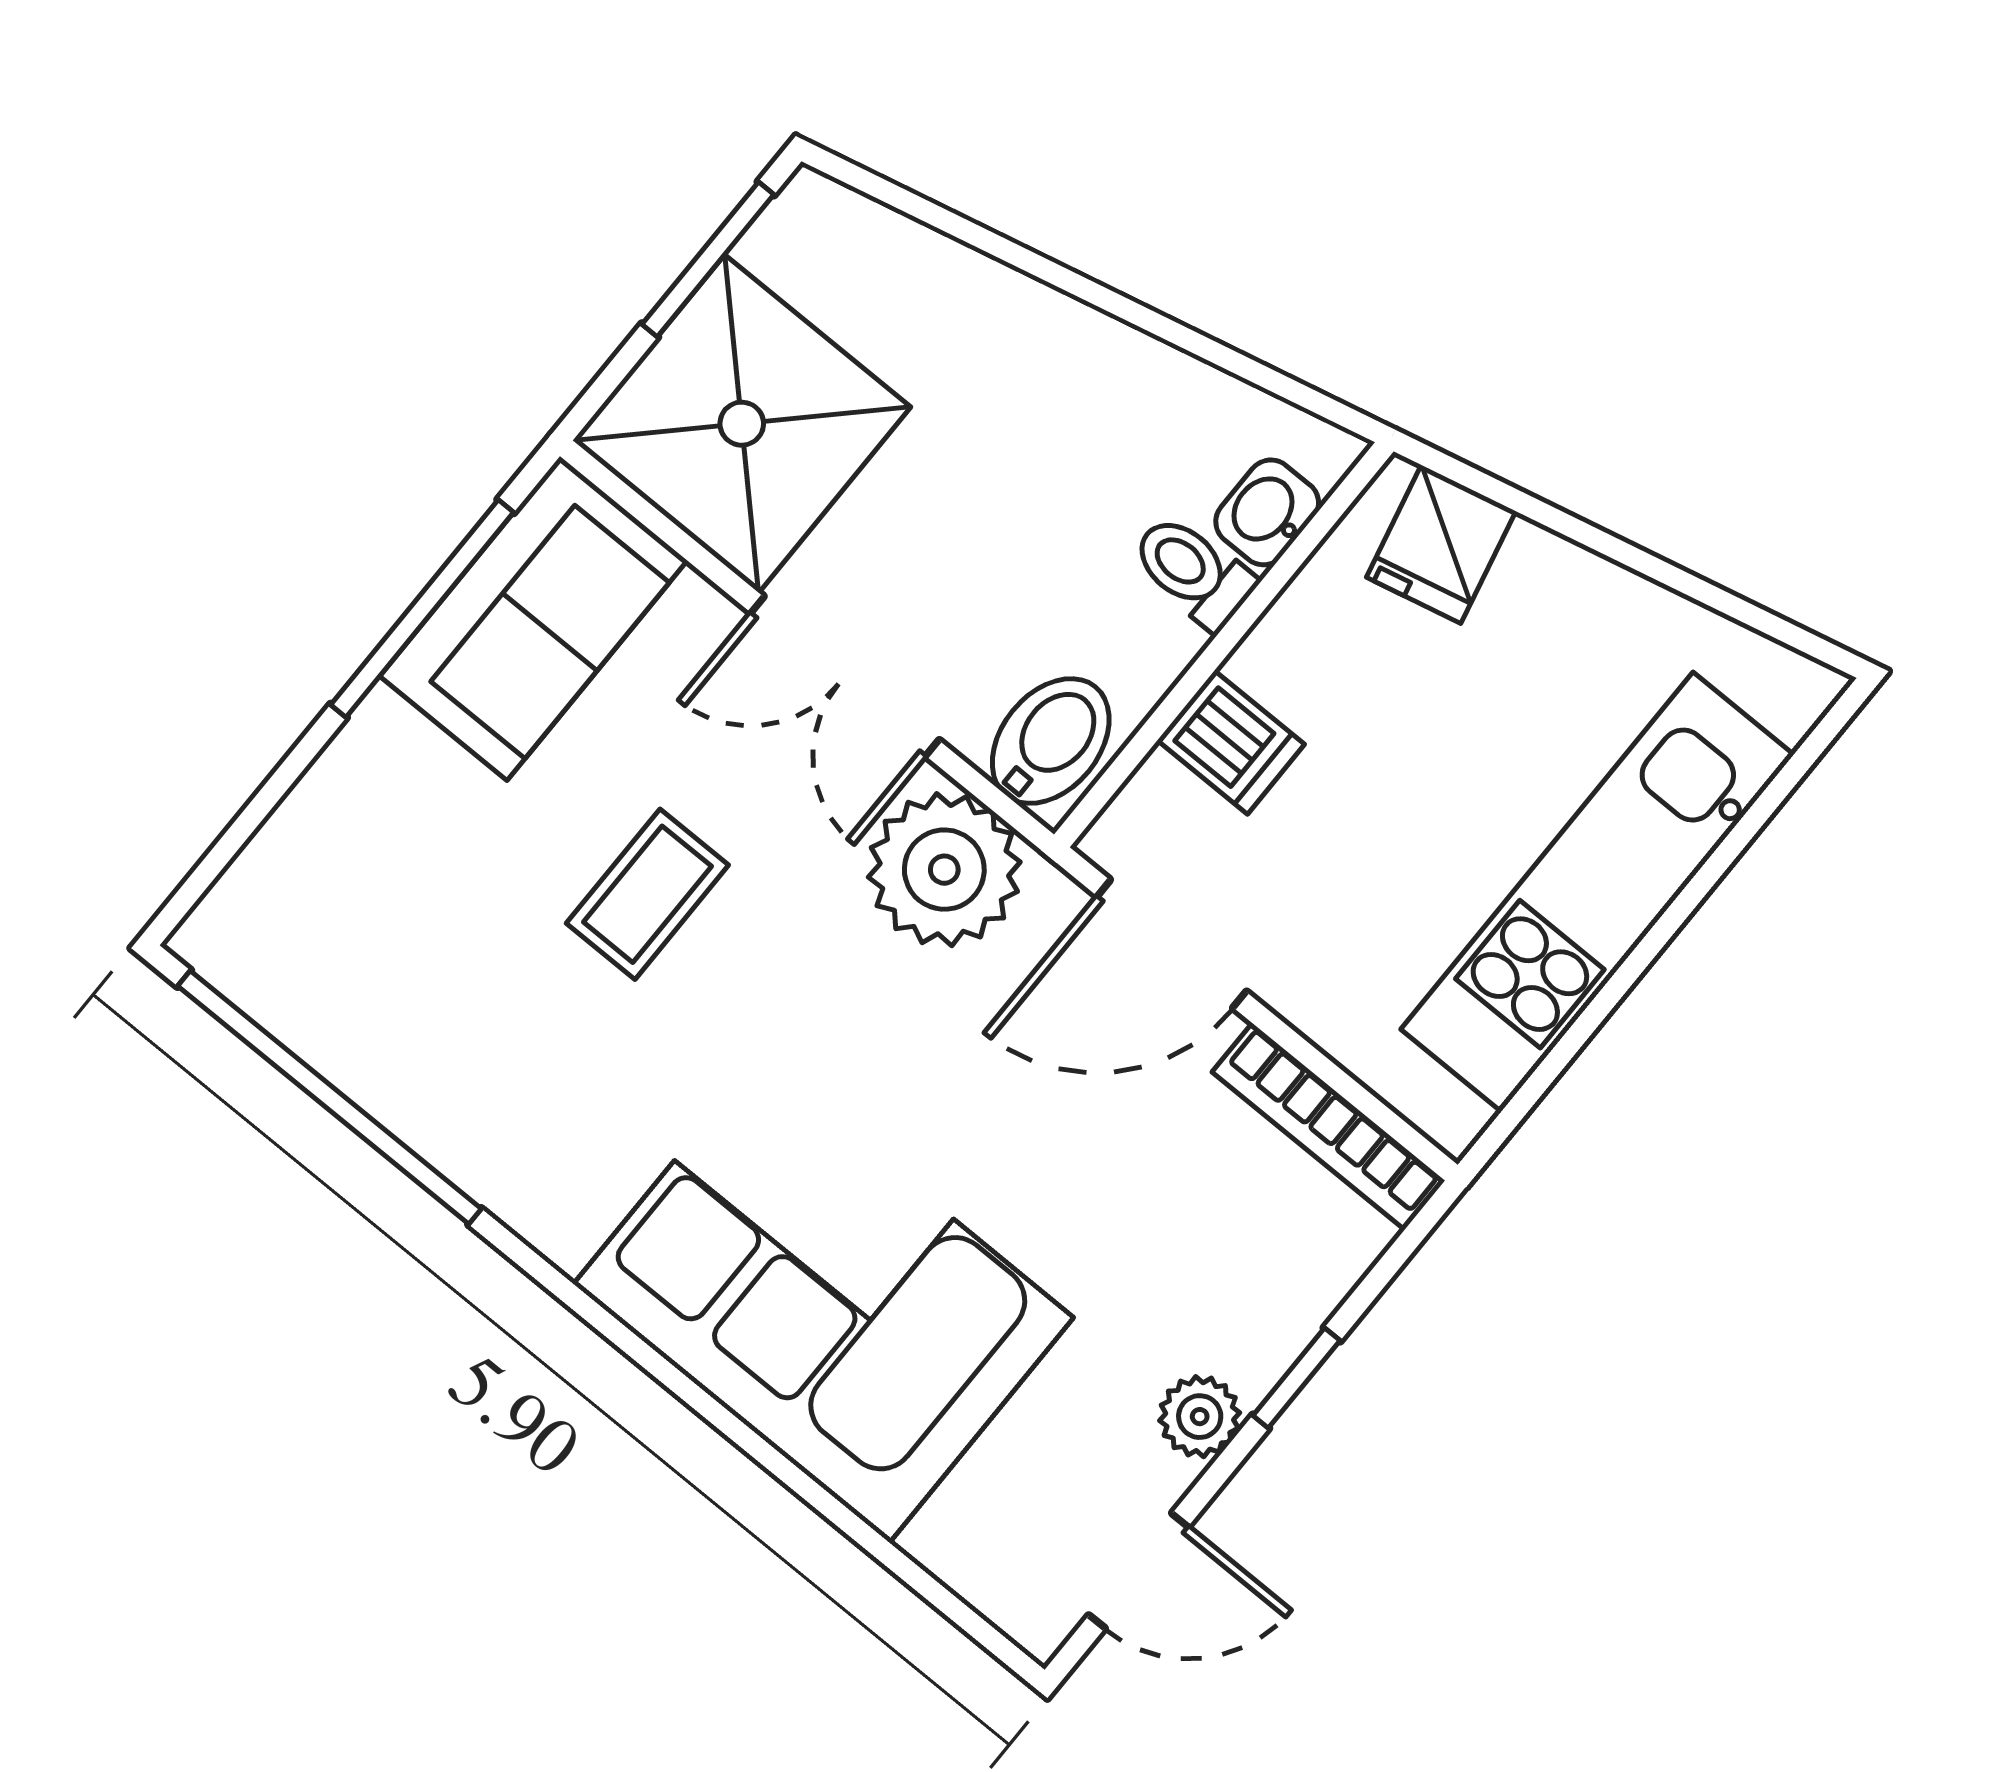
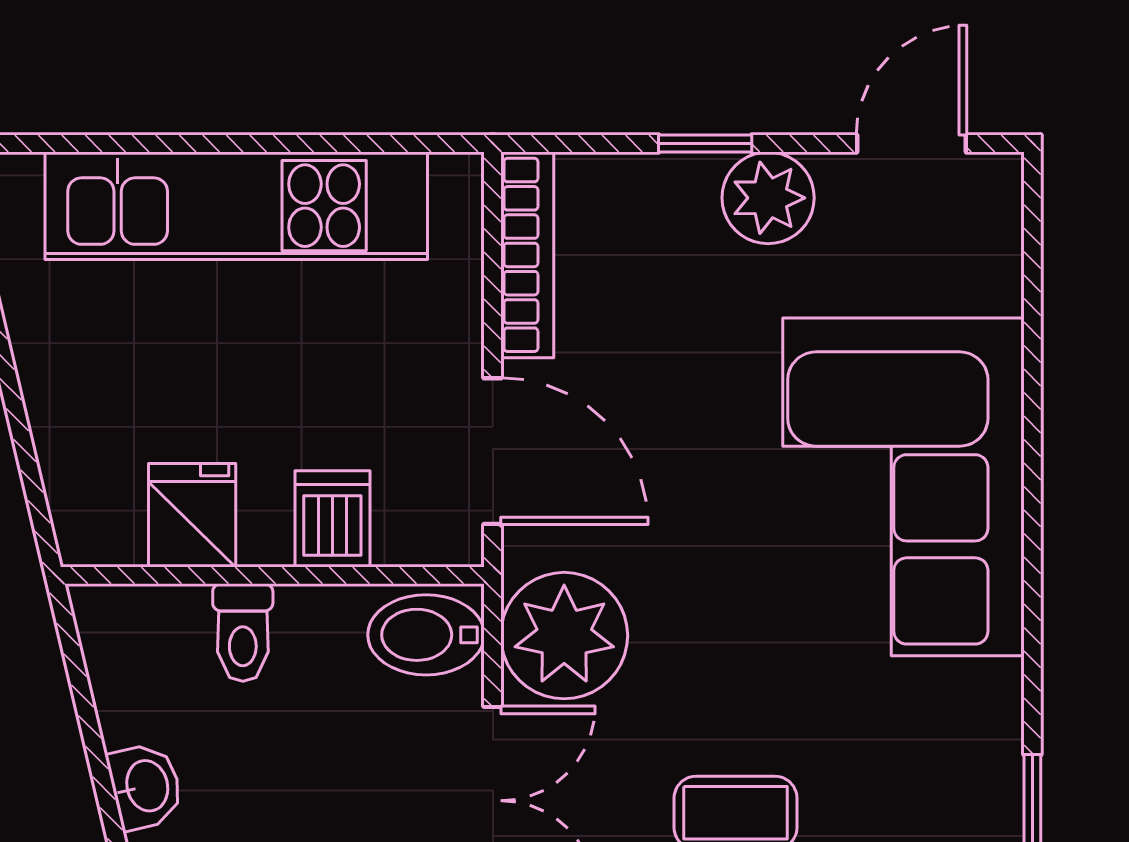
washbasin: (1267, 512) -> (145, 786), moved, turned -103
fridge: (1441, 544) -> (192, 515), moved, turned -77
plant: (1200, 1417) -> (768, 198), width x1.38, depth x1.38
door: (1139, 1571) -> (911, 144), hinge flipped

